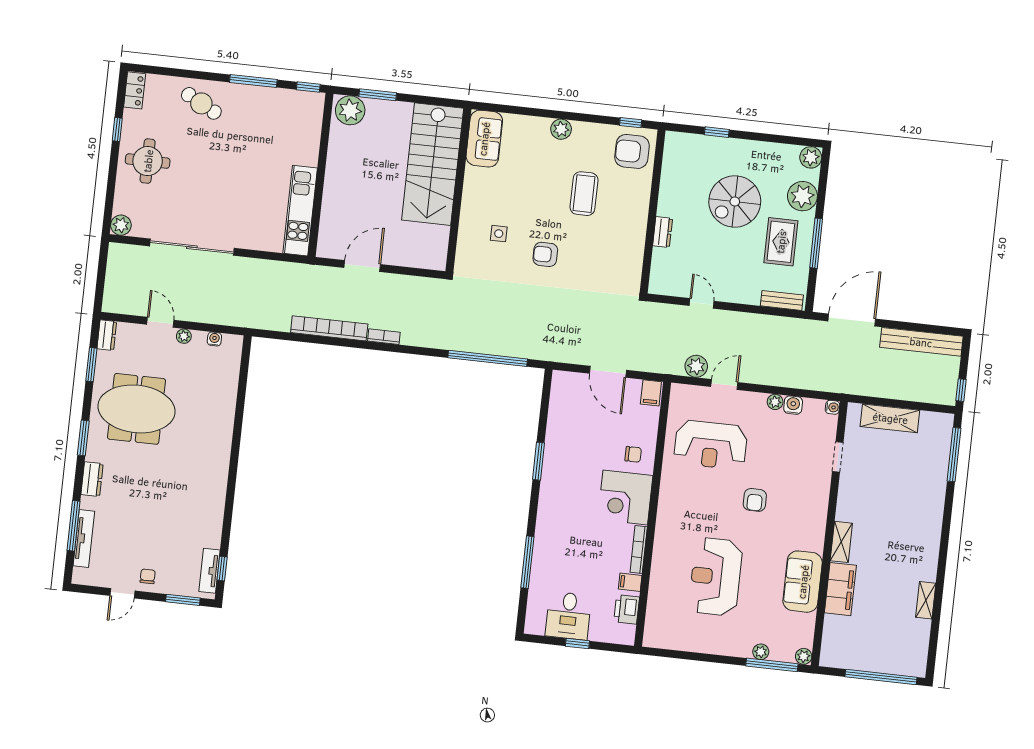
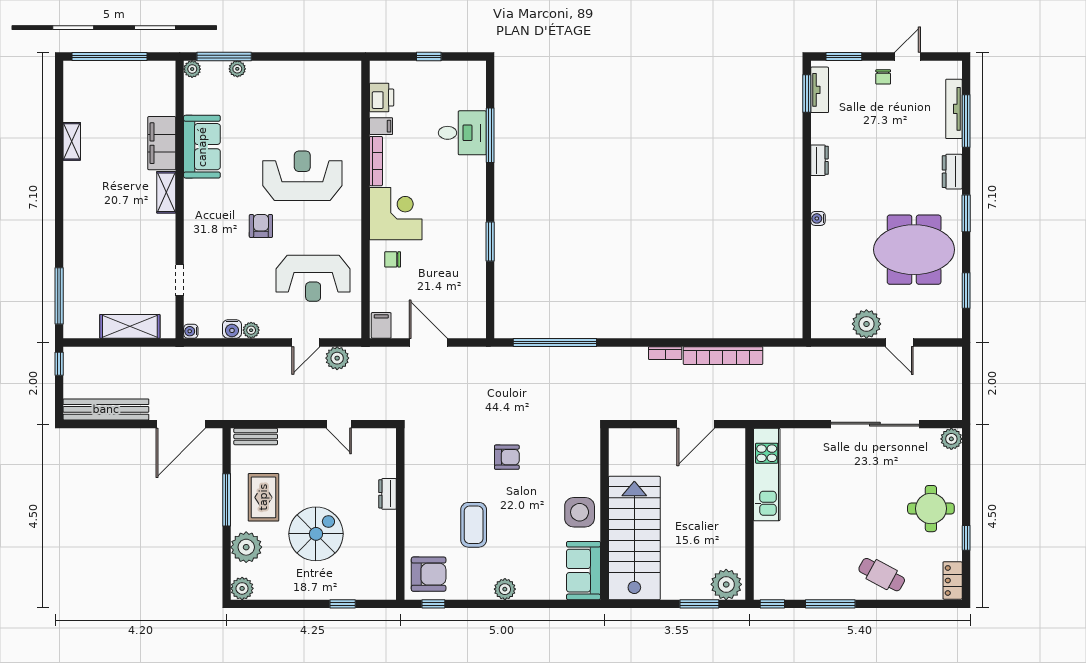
side table: (499, 234) -> (580, 512), moved, width x1.87, depth x1.87
dresser: (107, 335) -> (820, 160), moved, turned 180
plant: (184, 336) -> (866, 324), width x1.87, depth x1.87
water cooler: (214, 339) -> (818, 218), moved, turned 90
reception desk: (711, 445) -> (313, 278), turned 180
window: (222, 569) -> (807, 93), width x1.50
reception desk: (716, 577) -> (302, 176), moved, turned -90
desk: (568, 616) -> (462, 133), moved, turned 90

